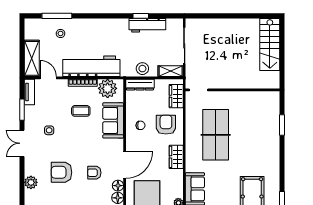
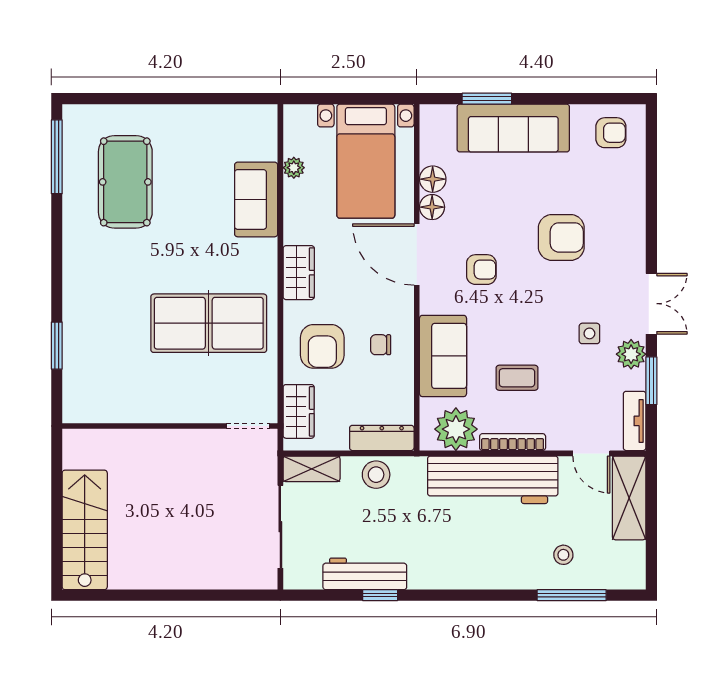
table tennis table: (216, 135) -> (209, 323), turned 90
door: (125, 165) -> (417, 254), hinge flipped
armchair: (94, 173) -> (481, 270), moved
plant: (31, 182) -> (631, 354), moved

